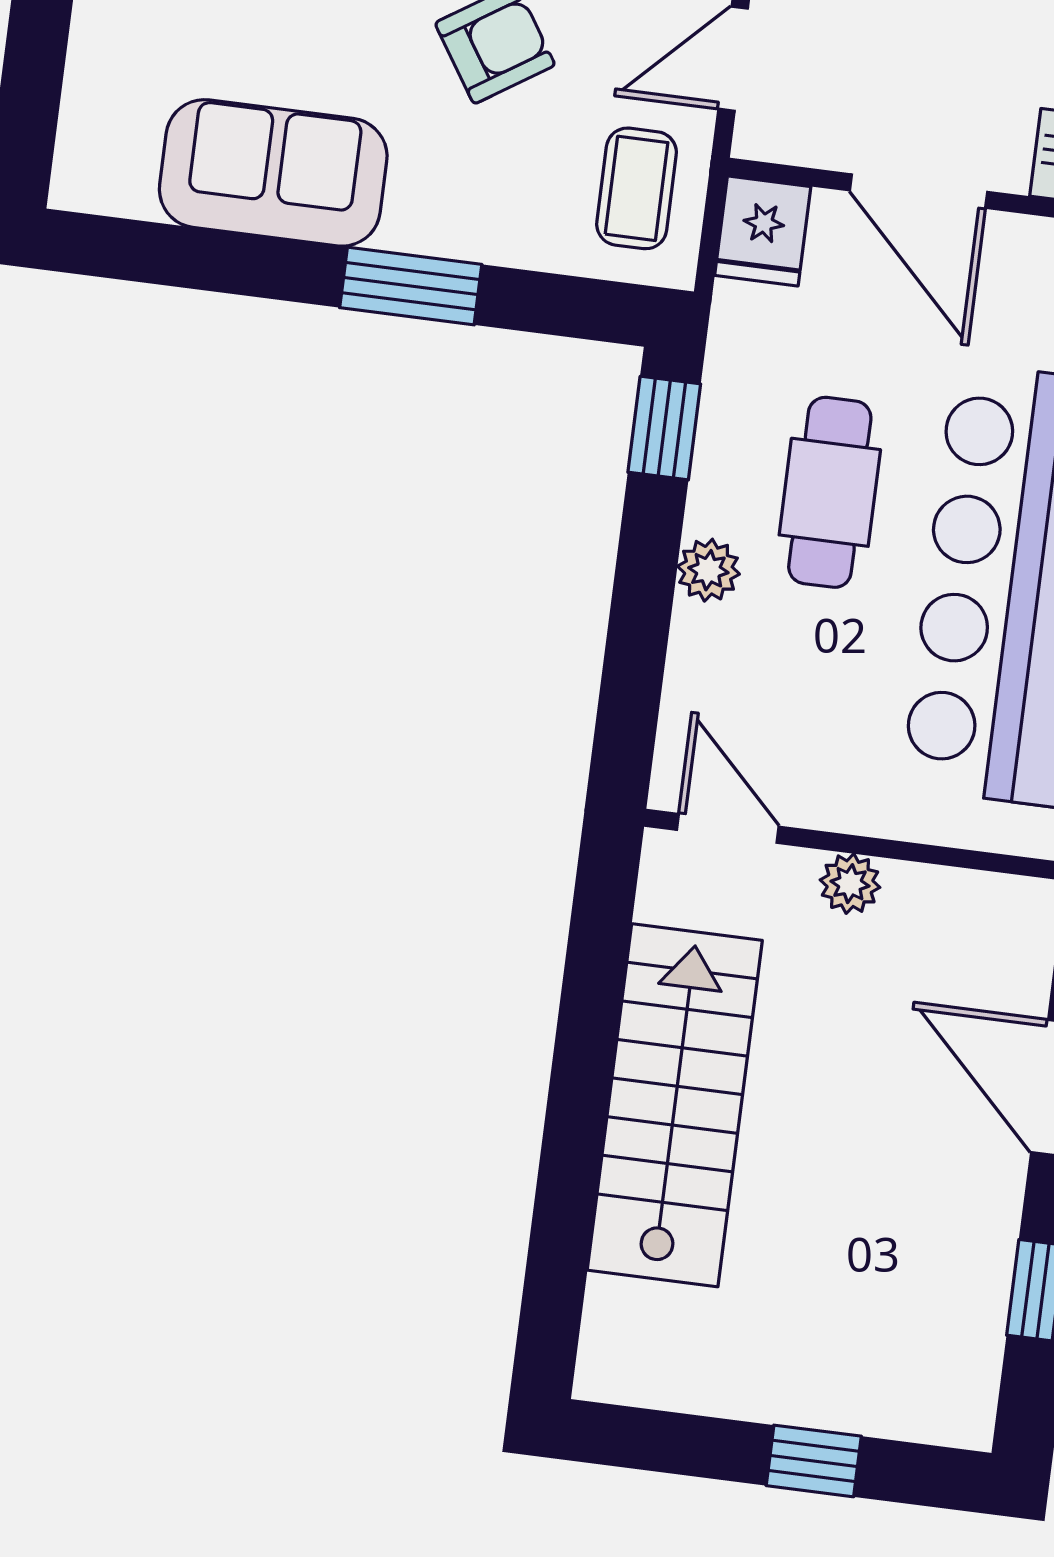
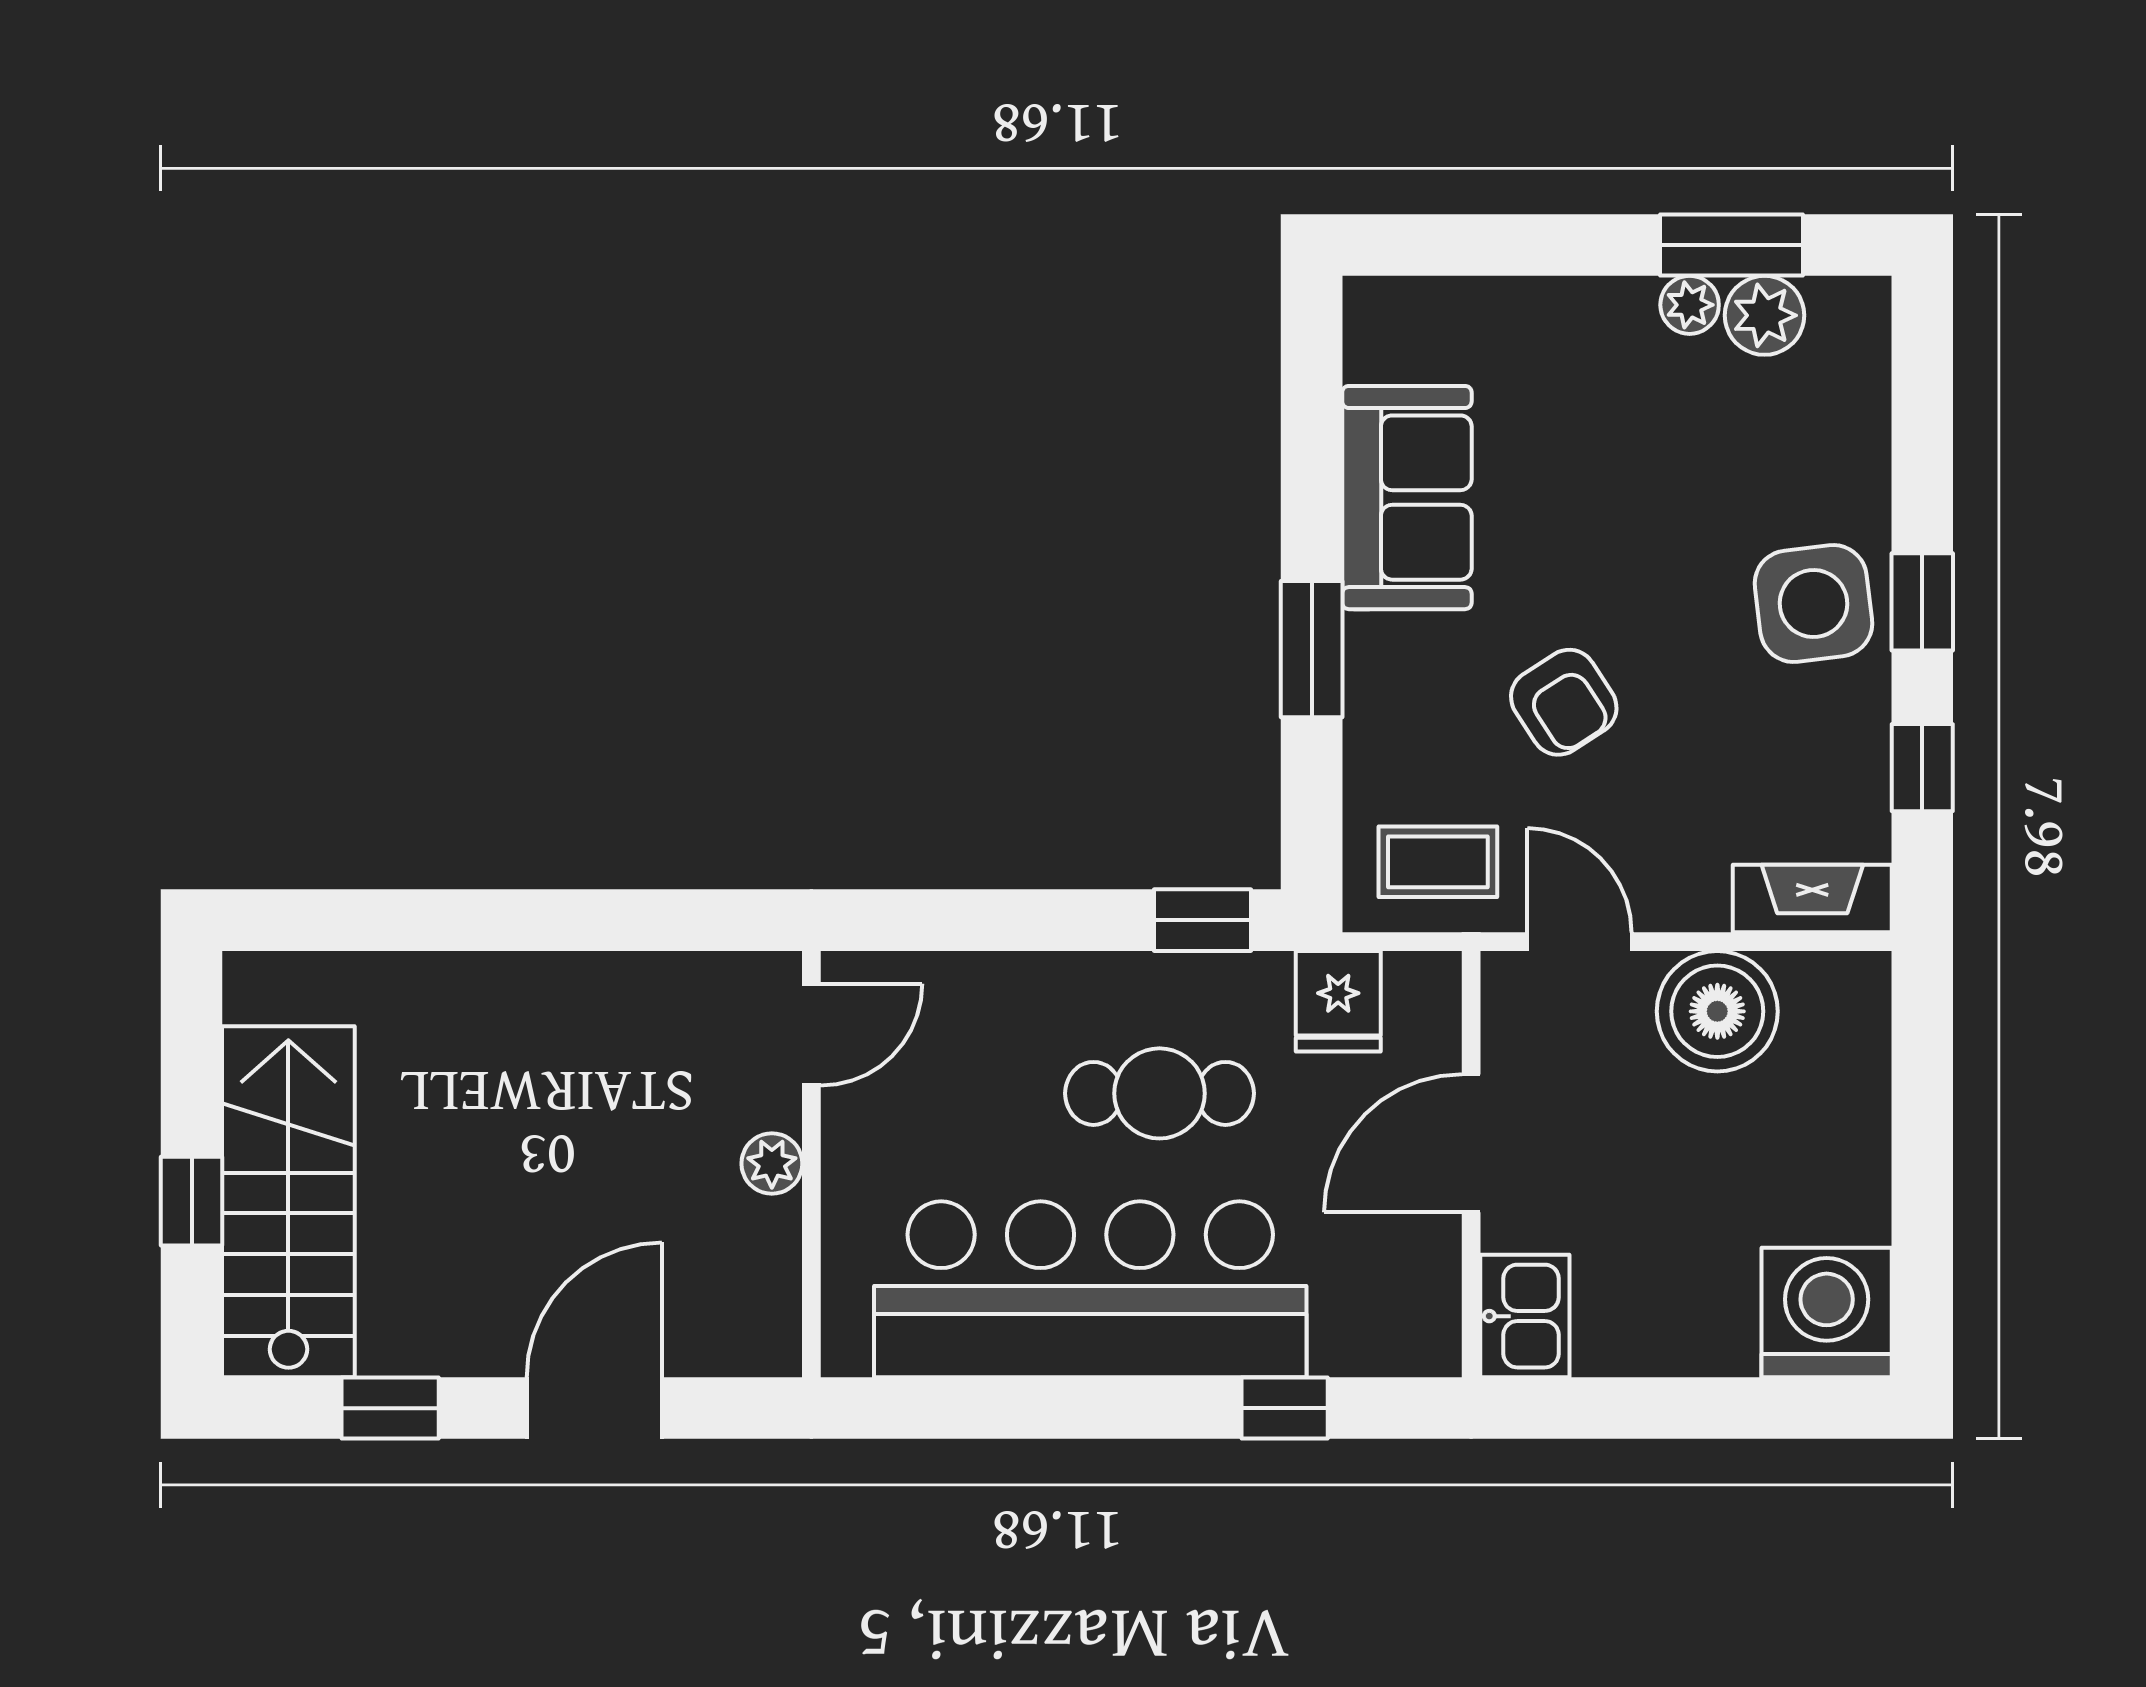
fridge: (763, 231) -> (1338, 1001), moved, turned -90
plant: (708, 570) -> (1066, 982), removed
stairs: (675, 1105) -> (288, 1202), moved, turned -90

